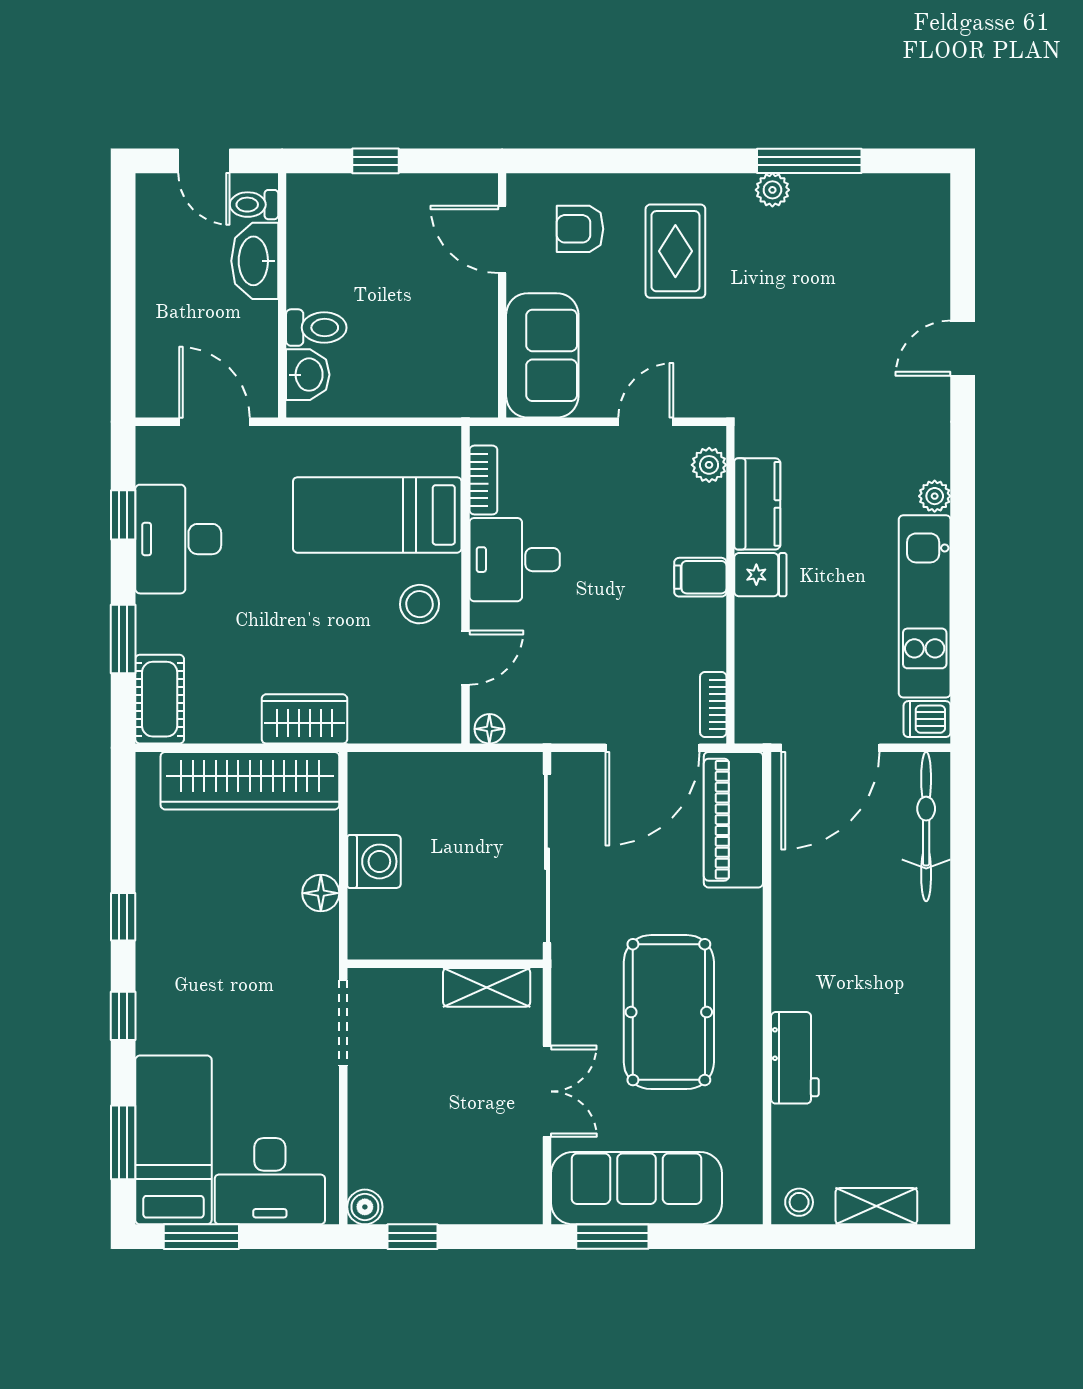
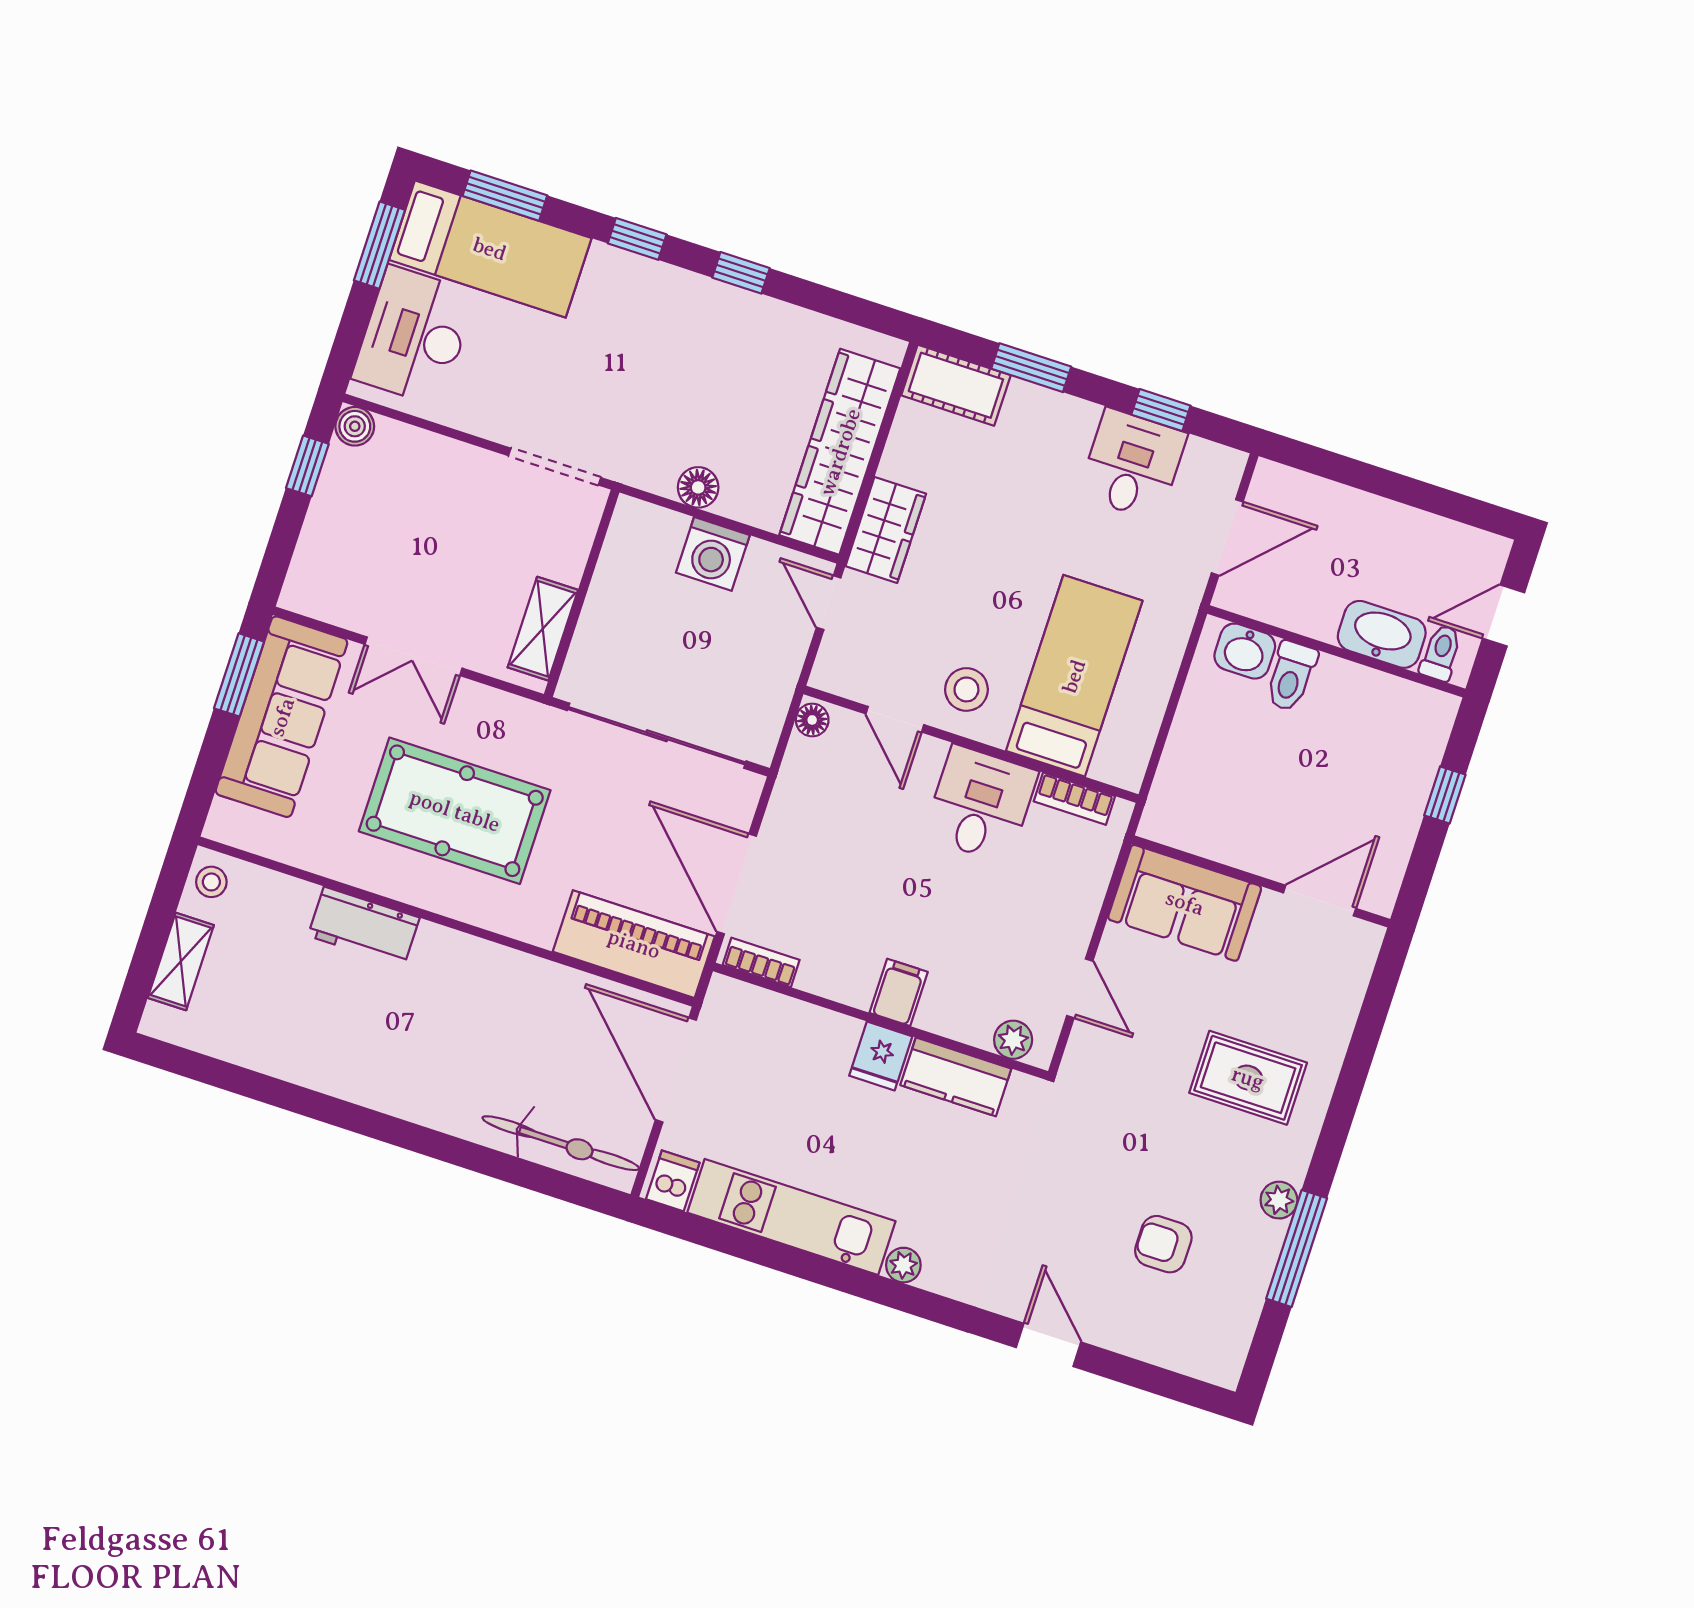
armchair: (580, 229) -> (1163, 1244), moved, turned -90
desk: (178, 539) -> (1132, 465), width x0.73
door: (383, 748) -> (829, 603), added

